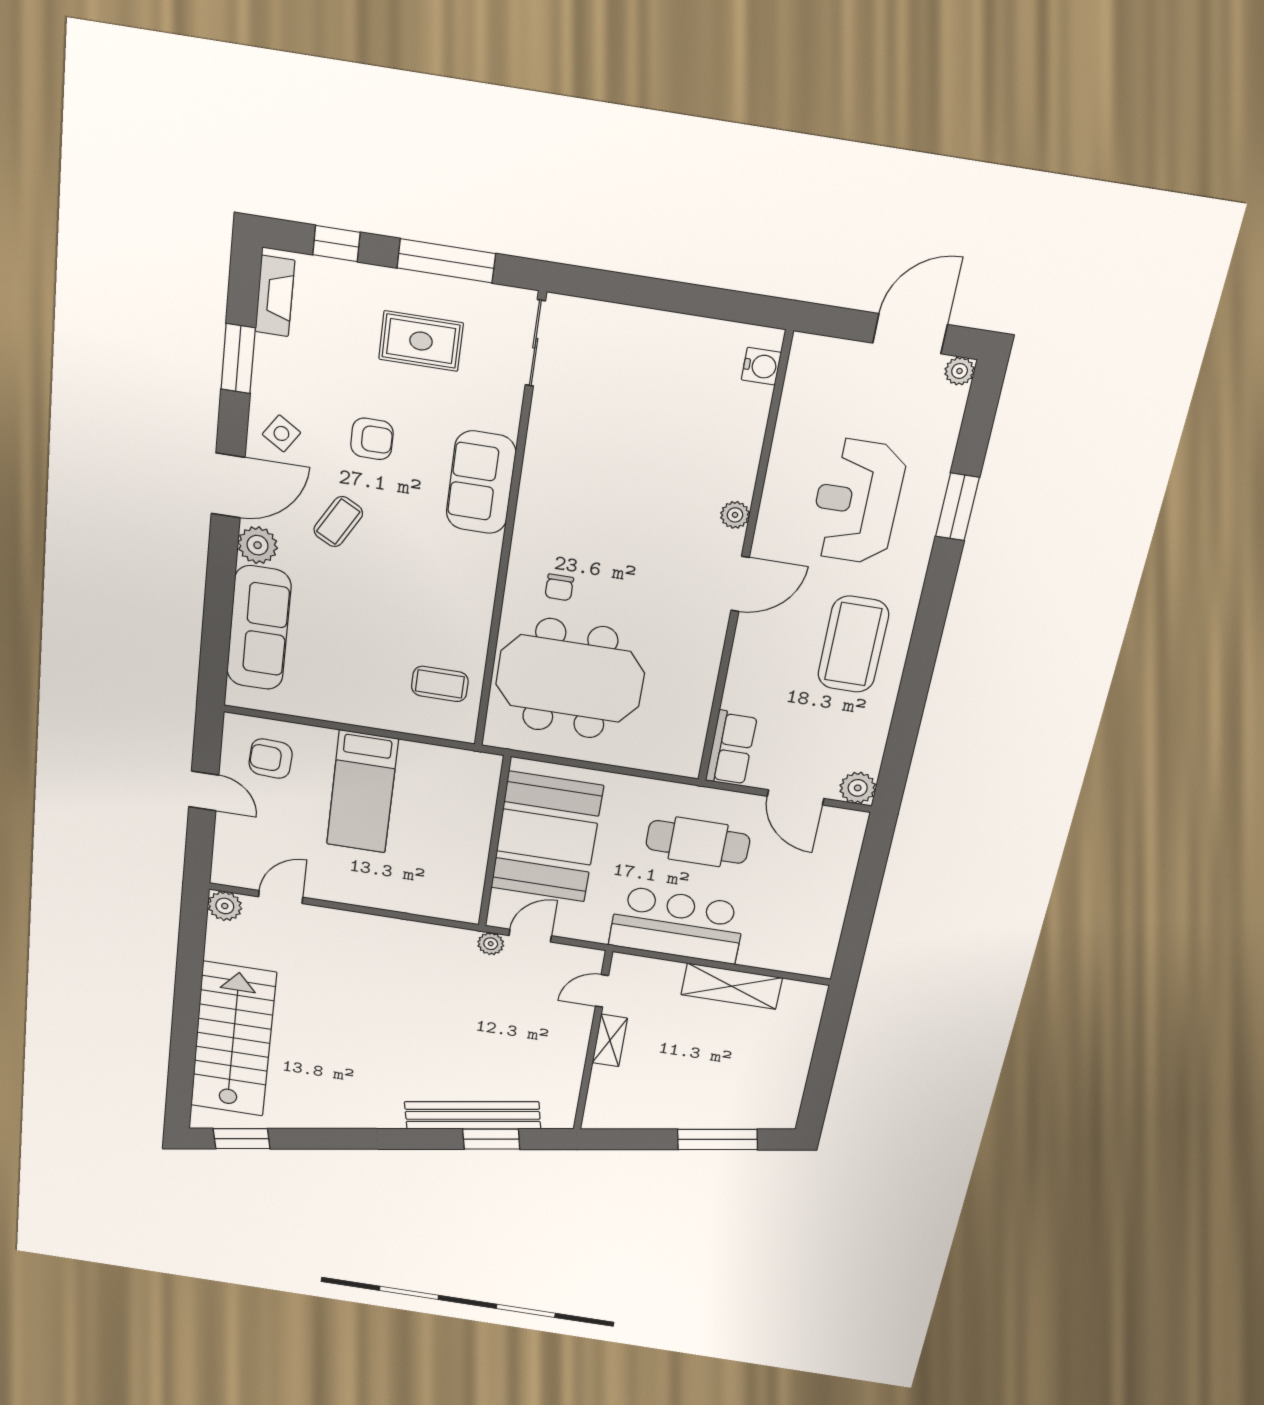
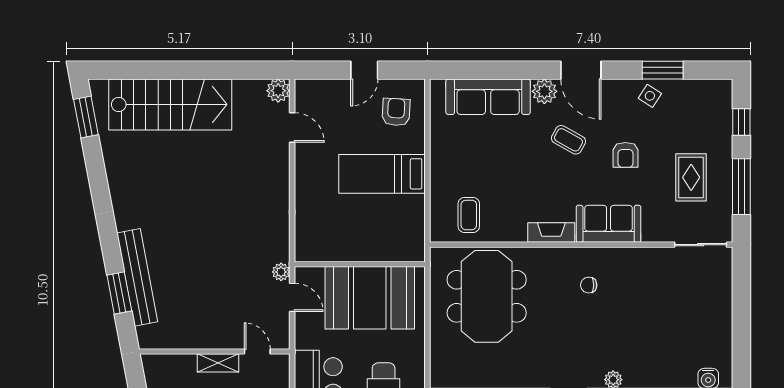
fireplace: (275, 296) -> (551, 232), moved, turned 180
side table: (281, 433) -> (650, 96), moved
chair: (559, 587) -> (589, 285), moved

